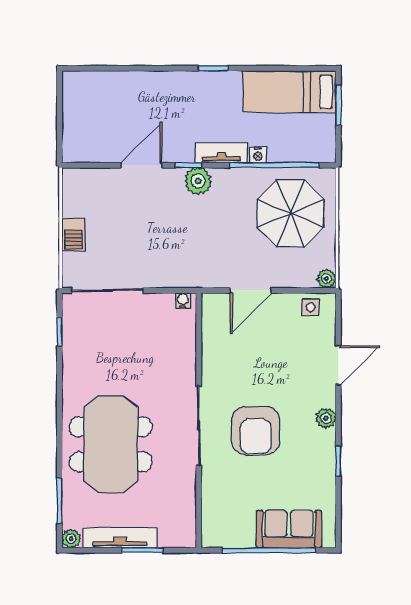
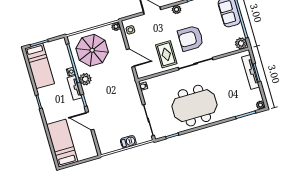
bed: (111, 93) -> (62, 143), added
plant: (198, 181) -> (85, 79), moved
rug: (237, 369) -> (166, 54), added
armchair: (256, 430) -> (191, 38), turned 180
meeting table: (111, 444) -> (194, 106), moved
plant: (214, 535) -> (241, 43), added
tv unit: (120, 538) -> (251, 72), moved

